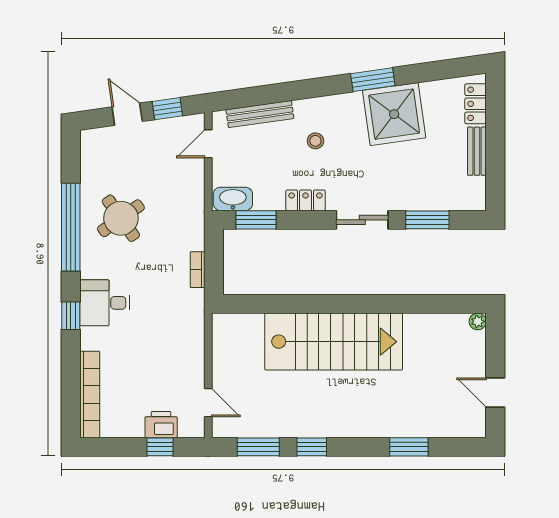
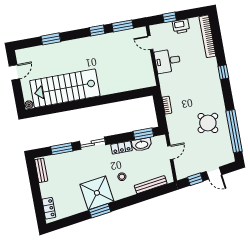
shower: (394, 114) -> (97, 193), moved
door: (208, 144) -> (170, 153), moved
bench: (477, 151) -> (41, 170), moved
washbasin: (233, 199) -> (142, 145), moved
window: (71, 227) -> (234, 131), moved
desk: (105, 303) -> (168, 61), moved, turned 180
stairs: (334, 342) -> (65, 88), moved
door: (495, 393) -> (14, 72), hinge flipped
printer: (161, 425) -> (181, 26), moved

